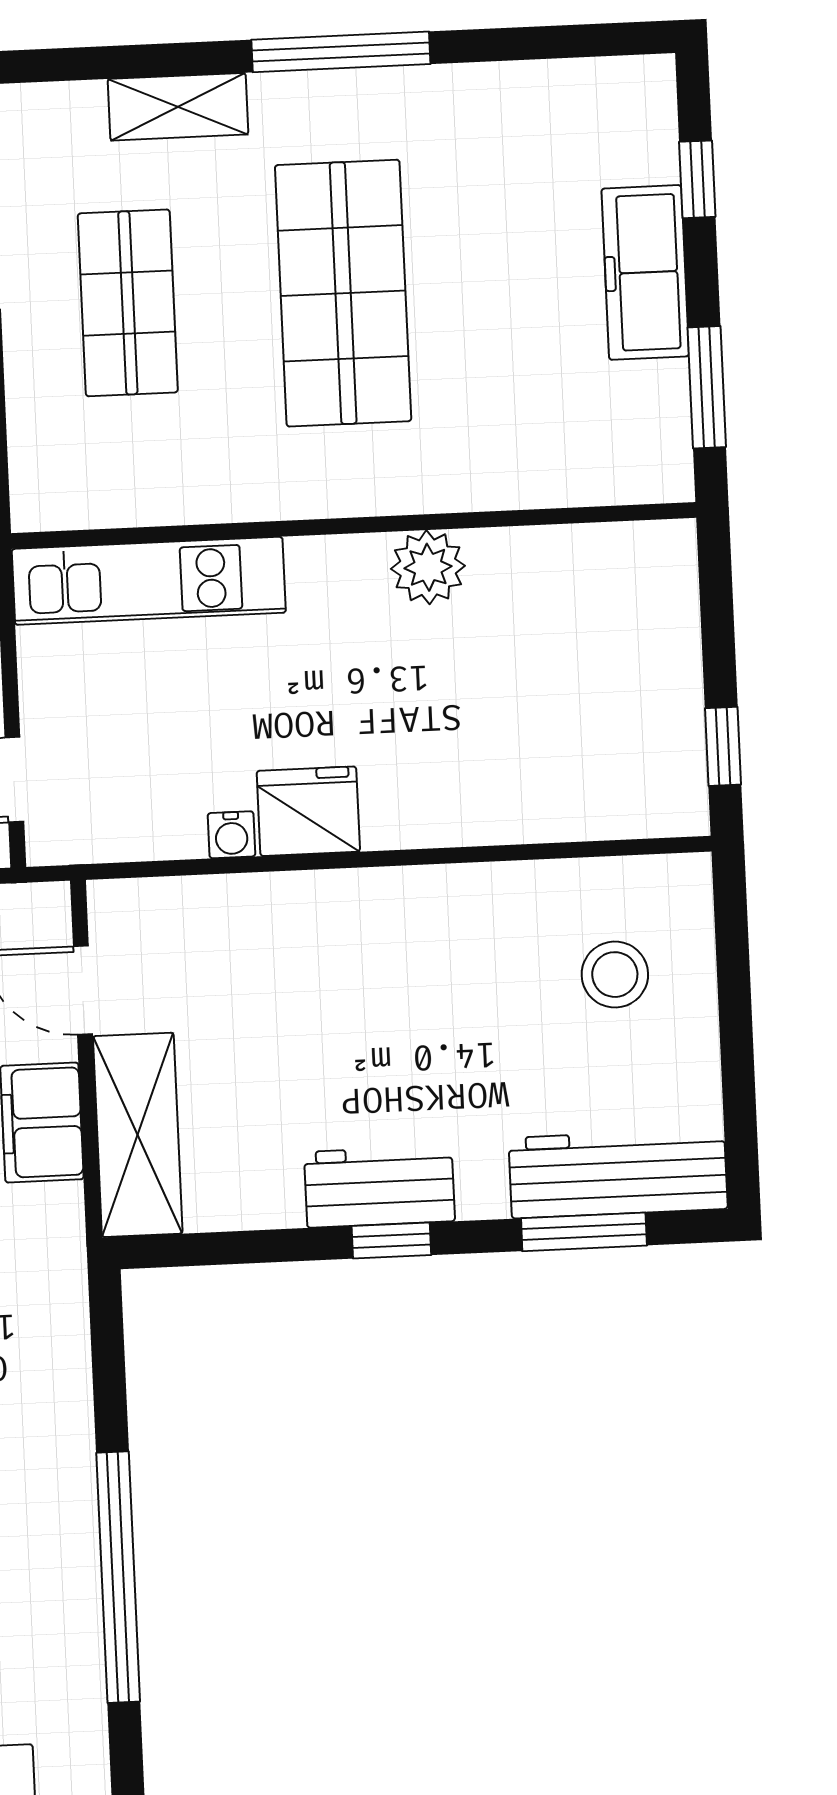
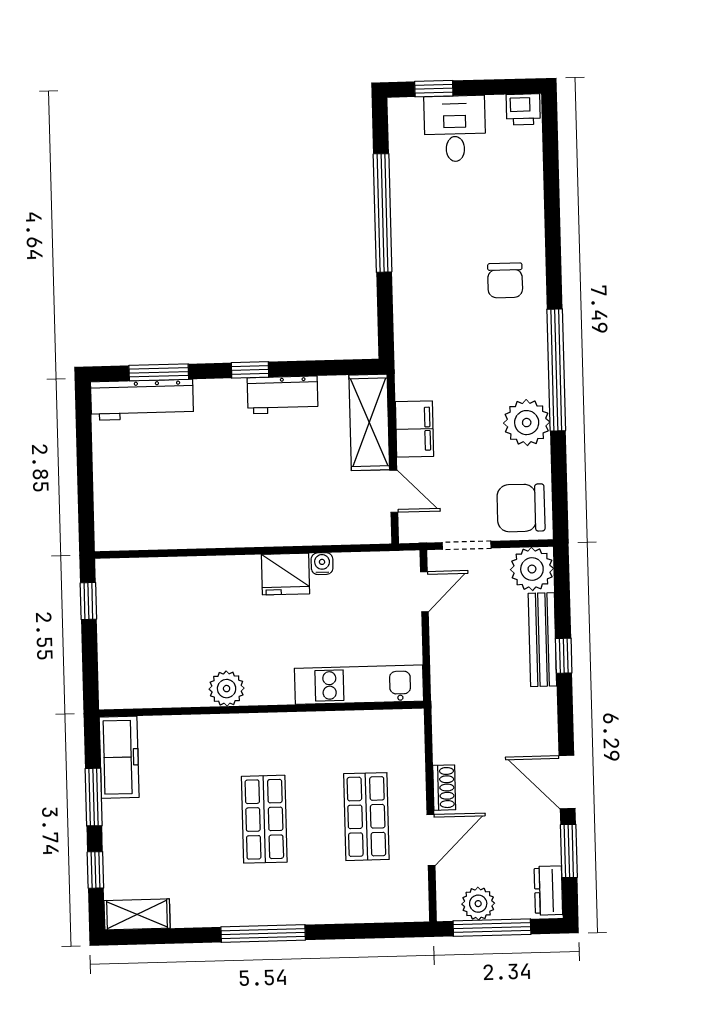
shelving: (178, 107) -> (137, 914), moved
freezer: (645, 272) -> (119, 757), moved
shop shelf: (343, 293) -> (264, 819), width x0.70, depth x0.74
window: (707, 387) -> (94, 797), moved
stool: (615, 975) -> (142, 494), removed
workbench: (379, 1187) -> (283, 395), moved

